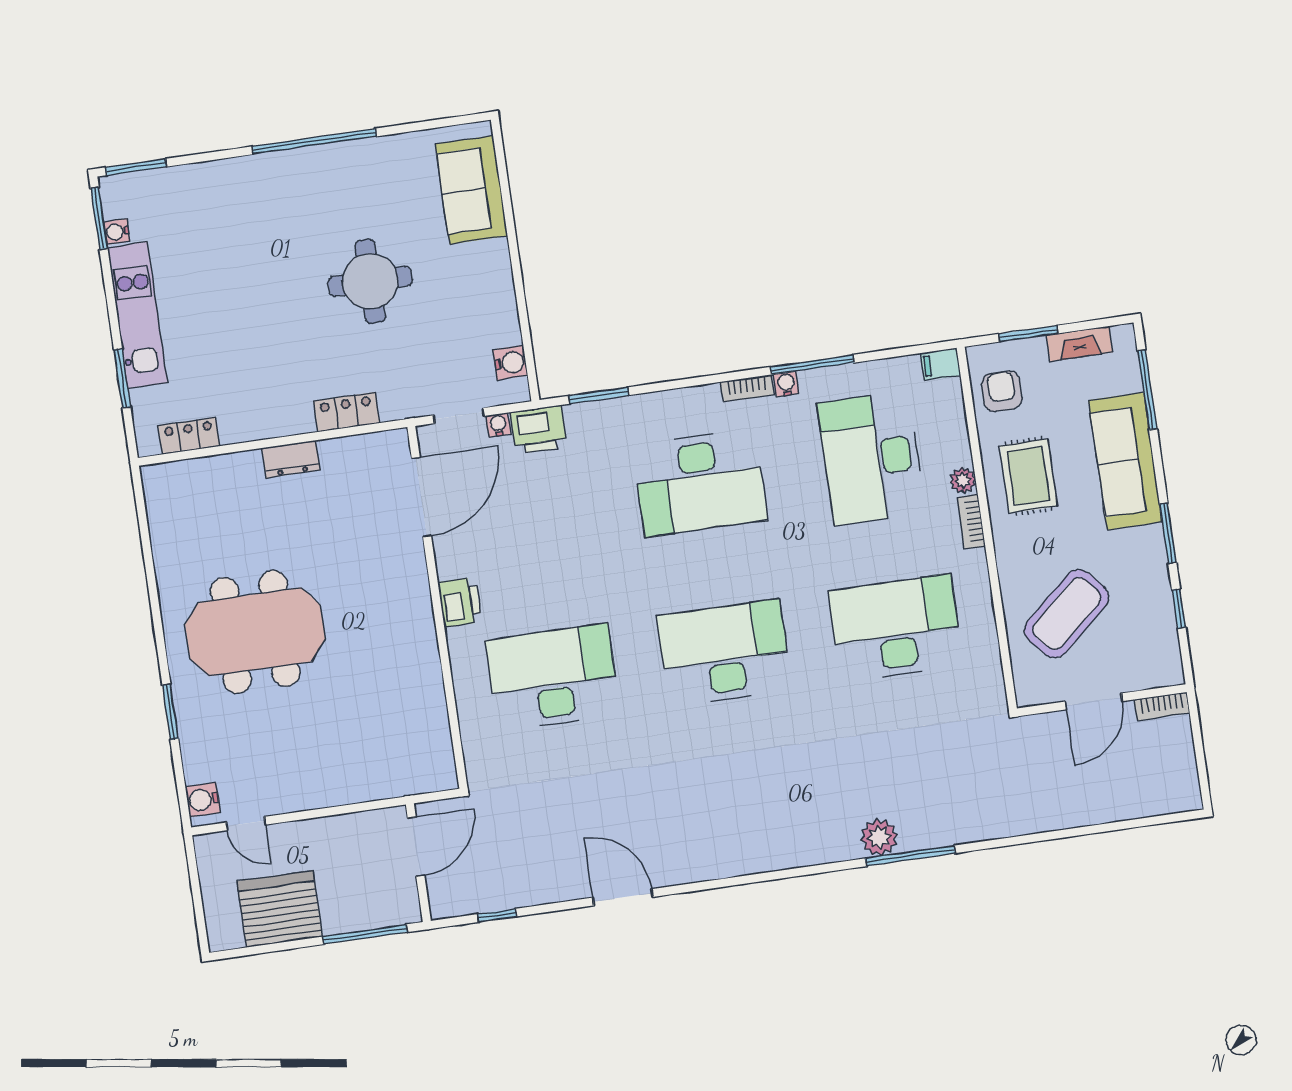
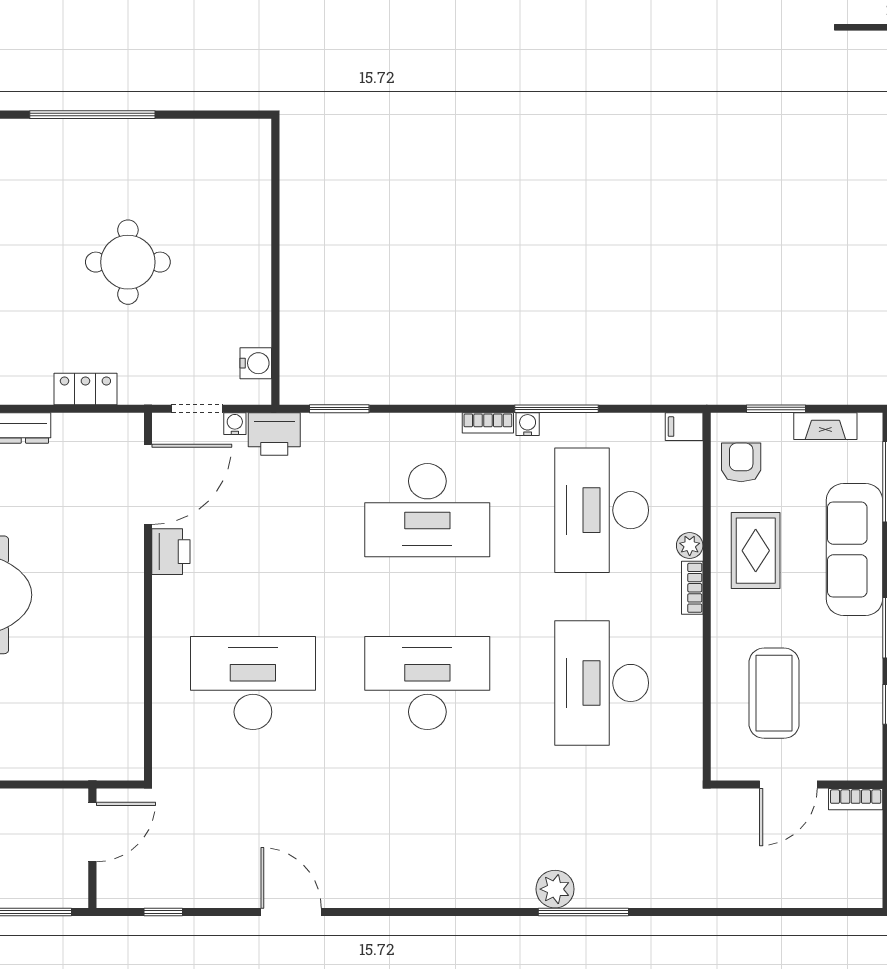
sofa: (471, 190) -> (242, 185), removed
printer: (460, 602) -> (171, 552), moved
coffee table: (1067, 614) -> (774, 693), turned -49
desk: (896, 628) -> (602, 683), turned -90

